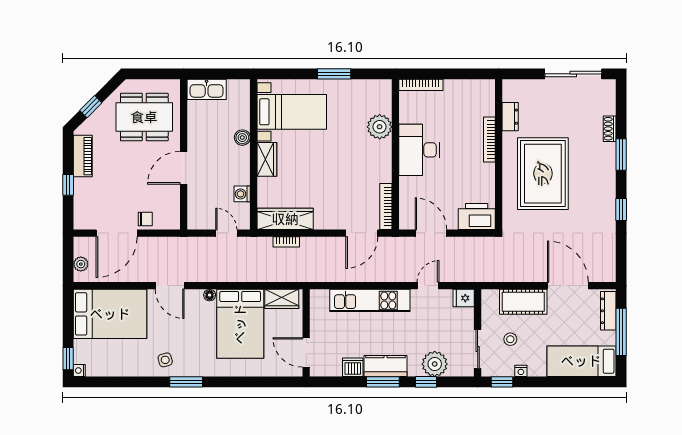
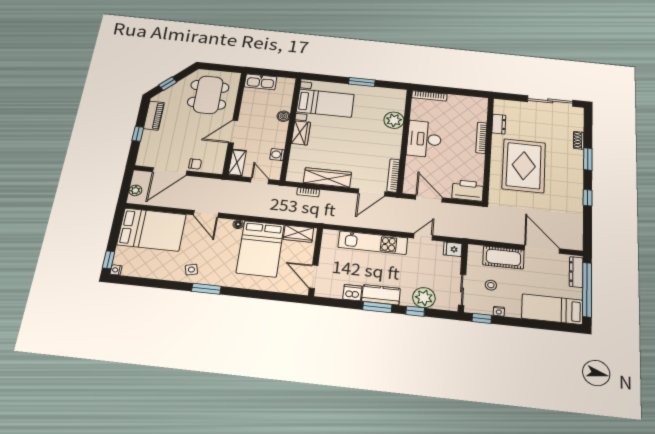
dining table: (144, 117) -> (208, 95), turned 90
shelving: (195, 211) -> (237, 163), added
wardrobe: (285, 219) -> (327, 178), moved
window: (621, 332) -> (587, 290), width x1.46

